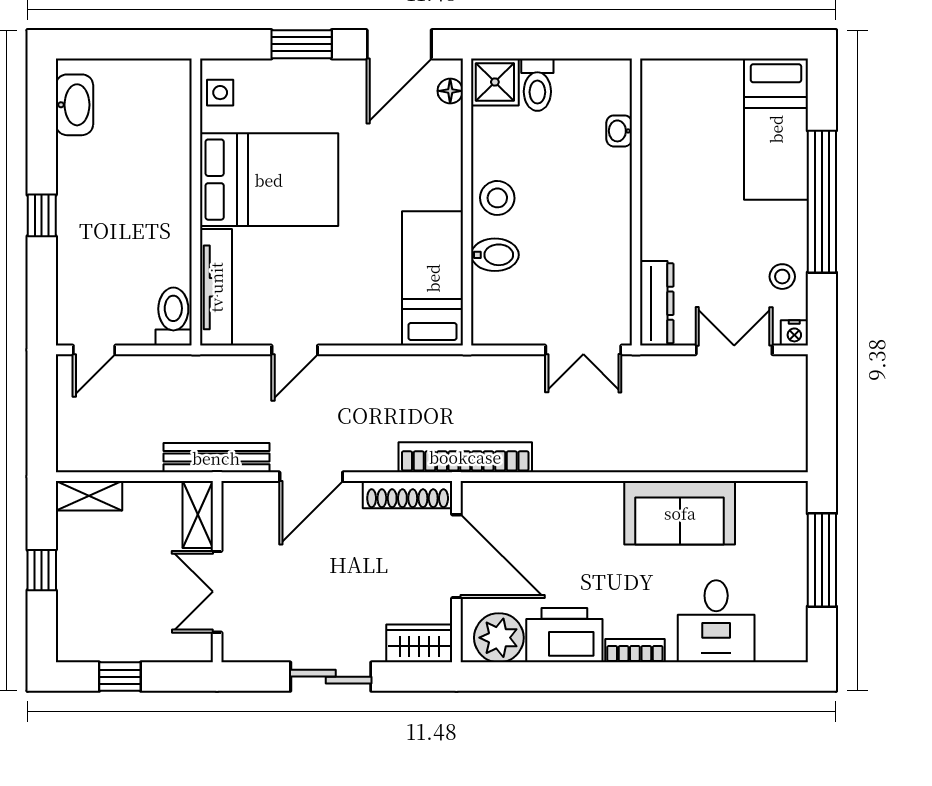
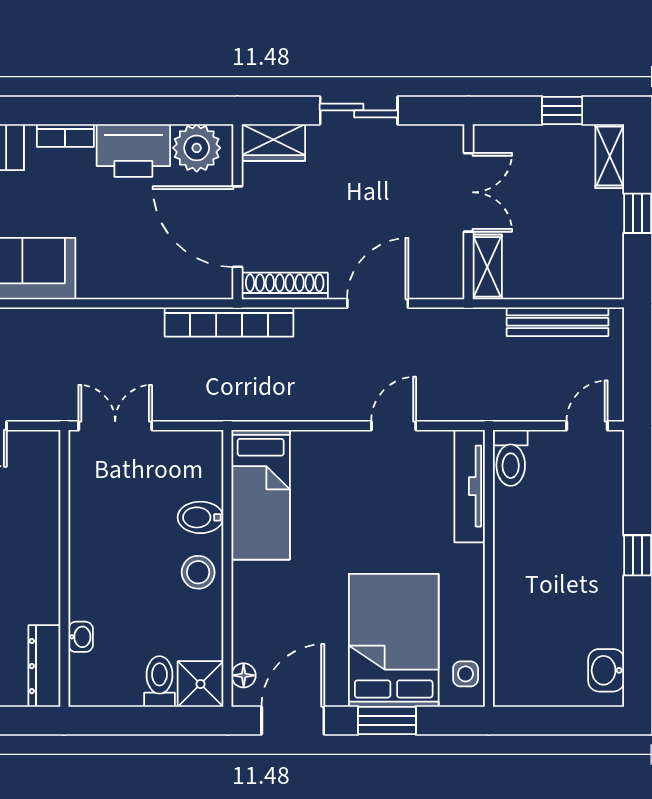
washbasin: (74, 105) -> (606, 670), width x0.72
bed: (269, 180) -> (394, 640), moved, turned 90
dresser: (657, 303) -> (44, 666), moved
bench: (216, 458) -> (557, 322), moved
shelving: (89, 496) -> (610, 156), moved, turned 90

